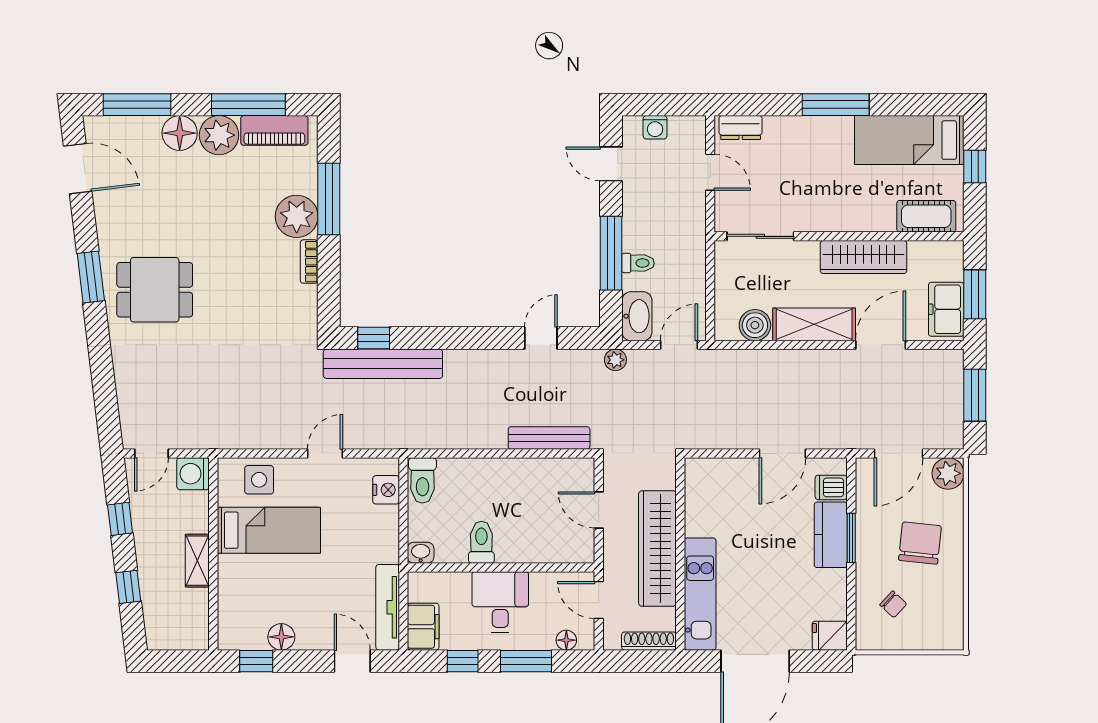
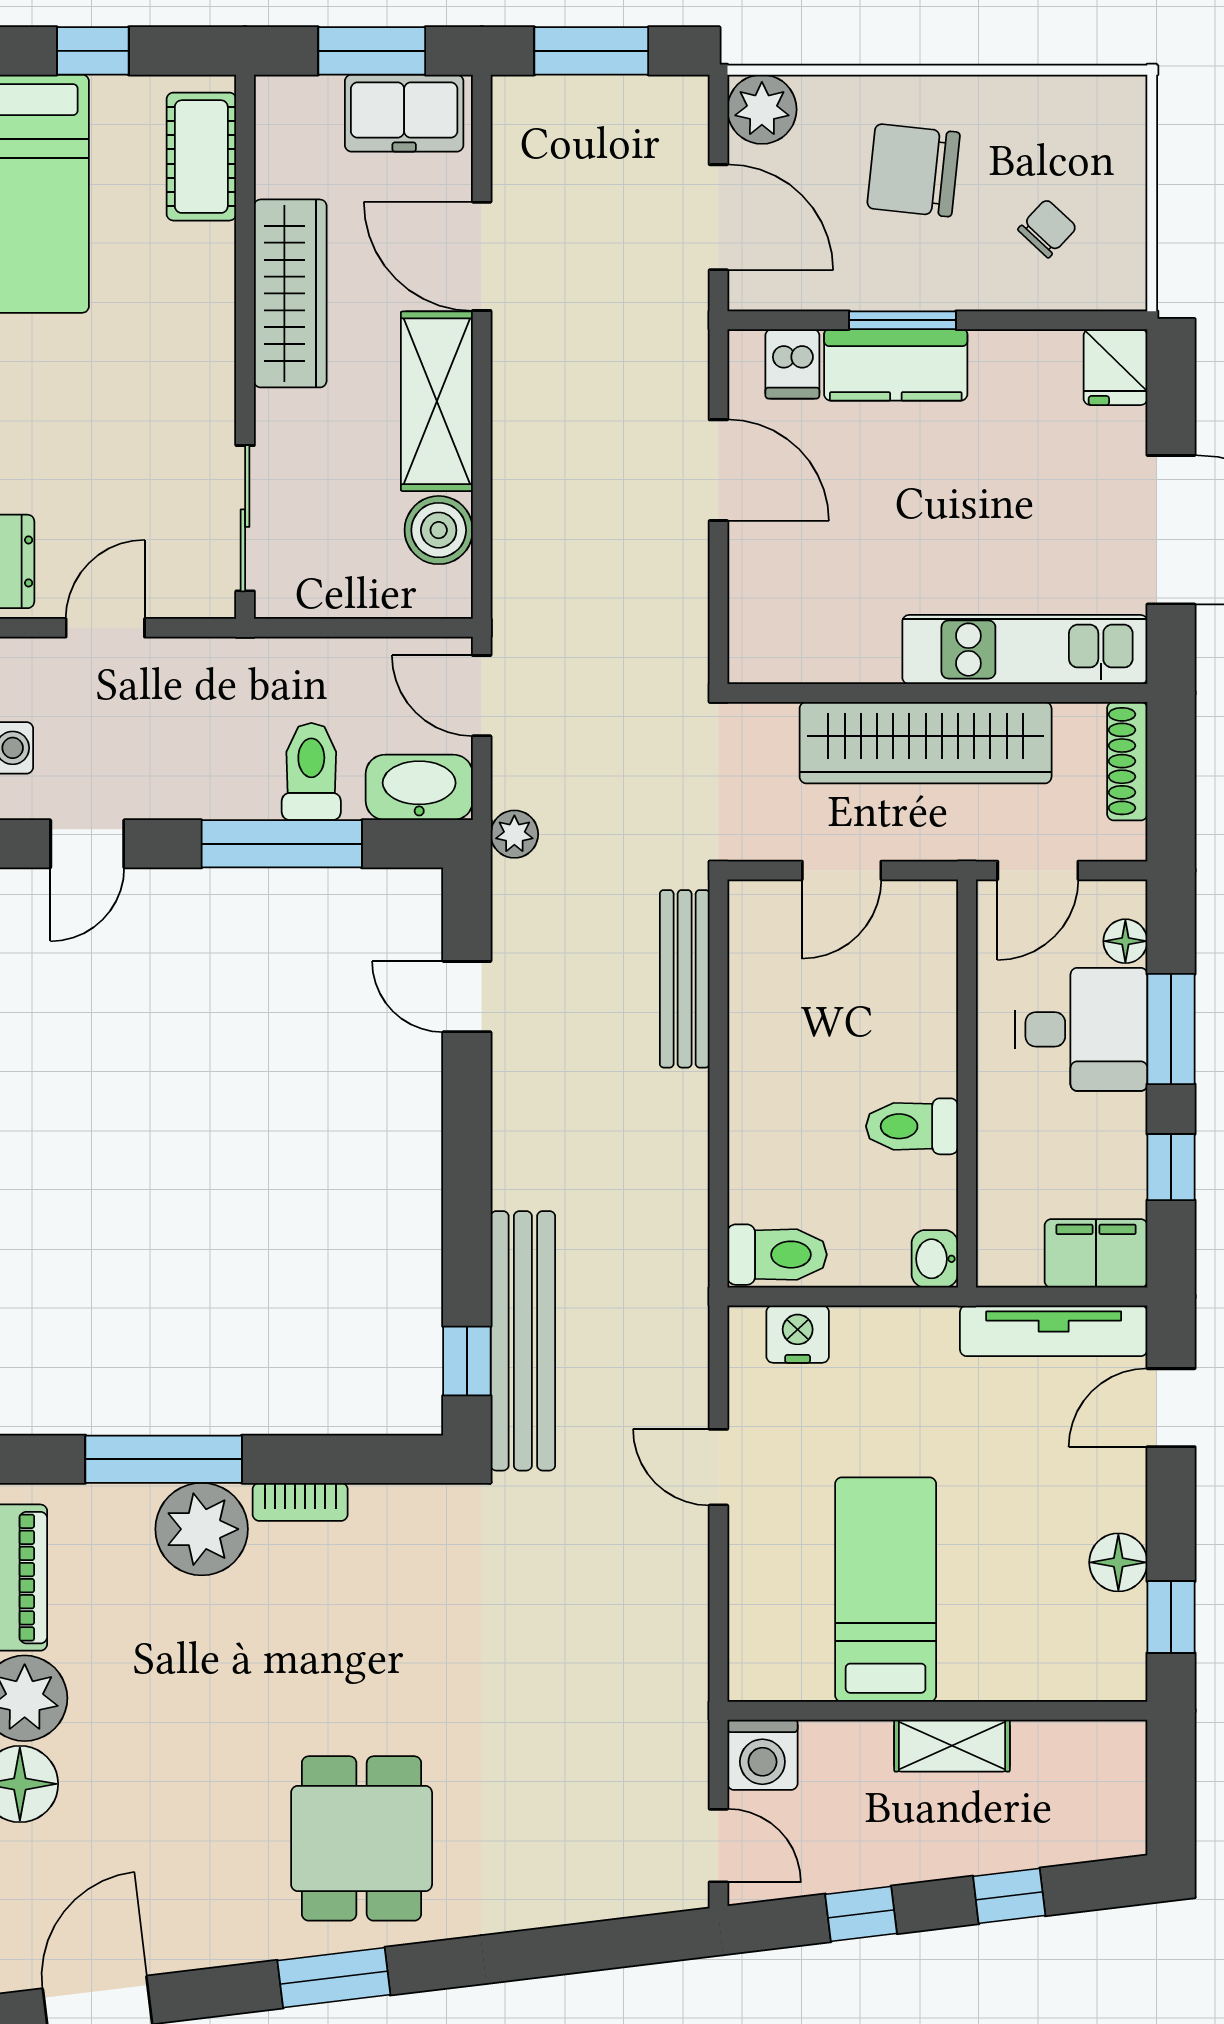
toilet: (638, 263) -> (311, 771), width x1.37, depth x1.39
side table: (259, 480) -> (776, 1611), removed
desk: (500, 602) -> (1081, 1029), moved, turned 180

